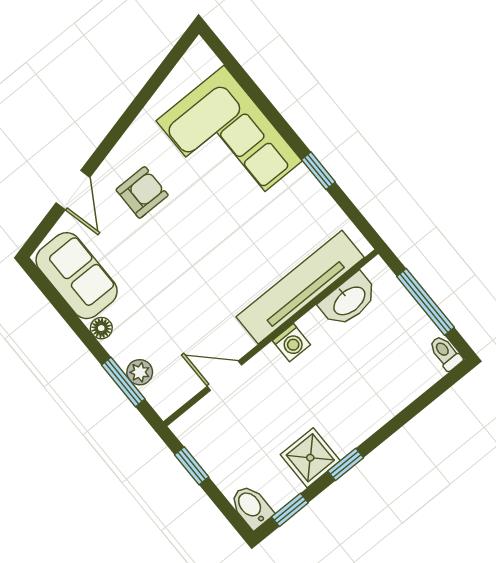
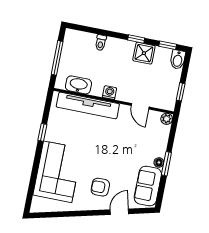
toilet: (445, 353) -> (101, 43), moved
plant: (140, 372) -> (167, 119), moved
window: (123, 382) -> (166, 164), moved

